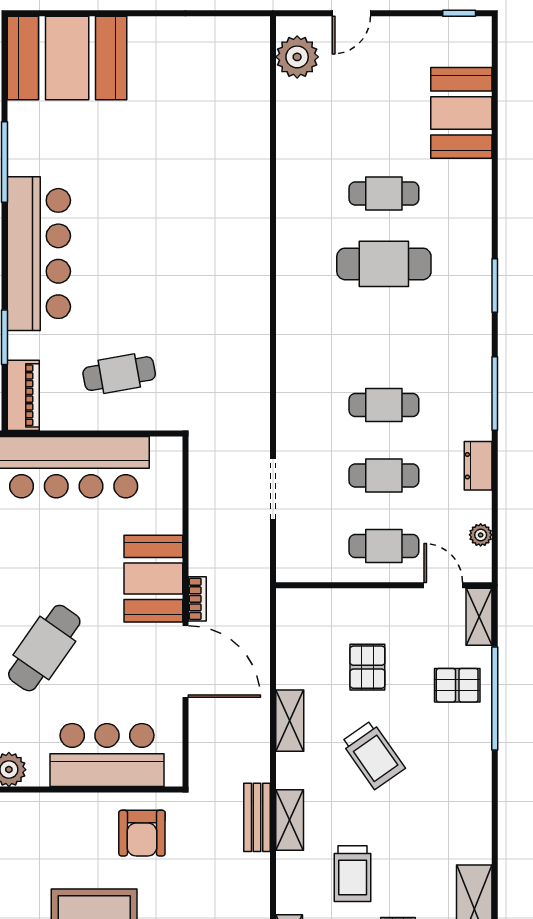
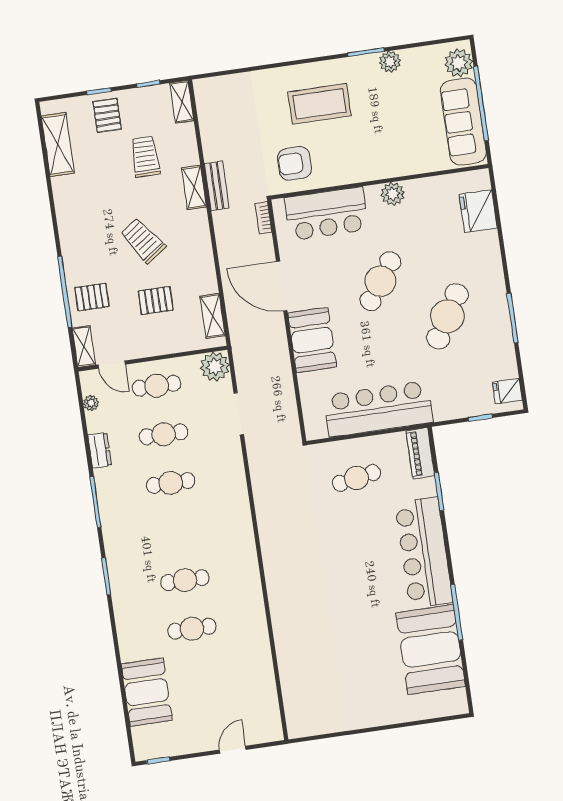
plant: (297, 57) -> (215, 367), moved
booth: (67, 58) -> (431, 649), moved, turned 90
cafe table: (384, 264) -> (185, 580), width x0.73, depth x0.74
bookcase: (197, 599) -> (263, 218), moved
pallet: (367, 667) -> (156, 300), turned 90
shelving: (290, 721) -> (213, 316), moved
armchair: (142, 833) -> (294, 163), turned -90

